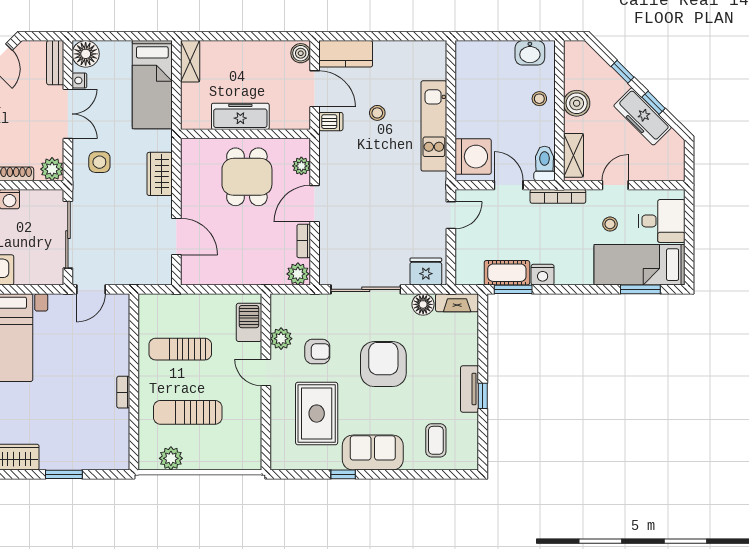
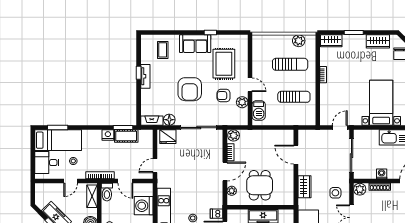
washing machine: (473, 157) -> (144, 206), moved
wardrobe: (107, 458) -> (331, 41), added

